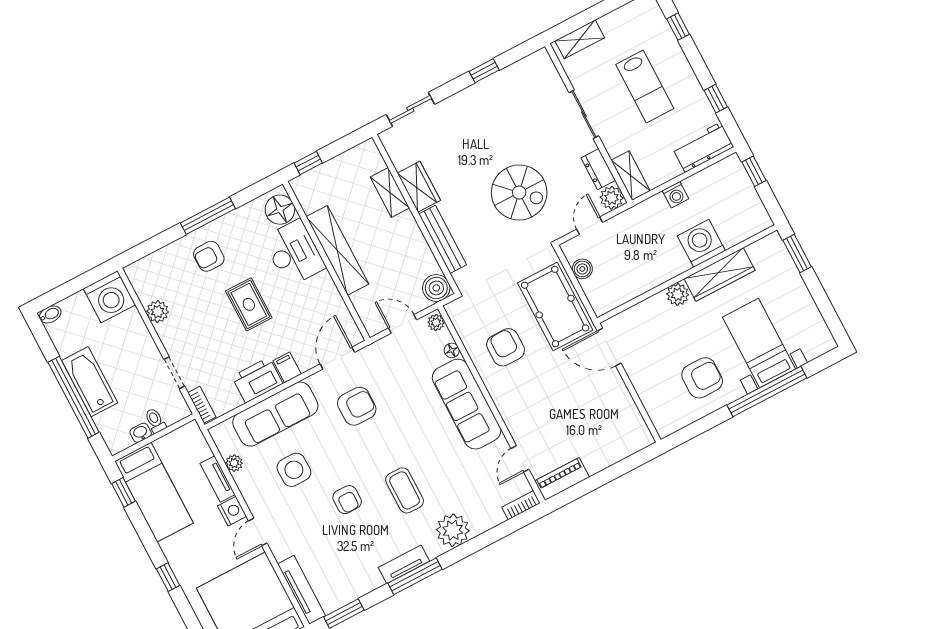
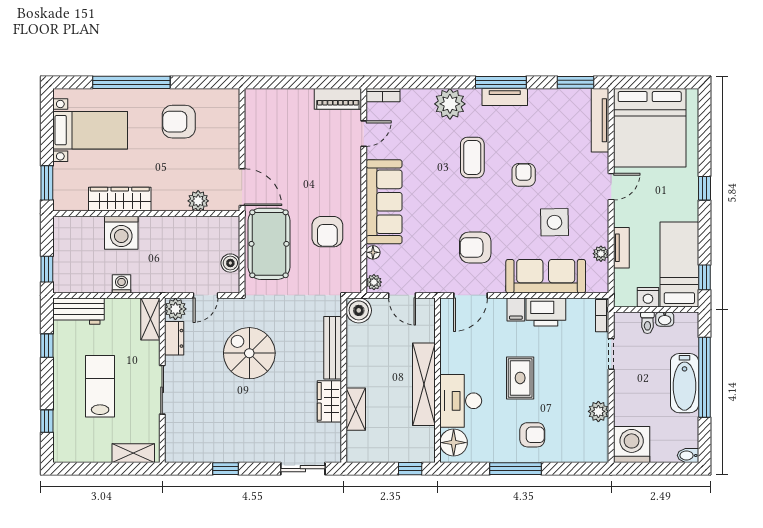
plant: (678, 294) -> (198, 201), moved
bed with nightstands: (759, 343) -> (90, 130), moved, turned -90
nightstand: (232, 511) -> (648, 297), moved, turned -90

